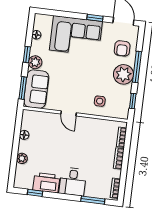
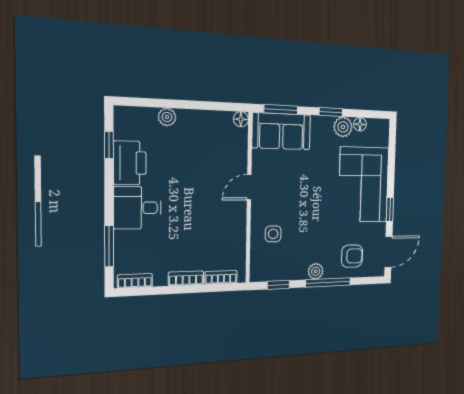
armchair: (122, 48) -> (352, 256), turned 180
plant: (35, 62) -> (343, 127), moved
plant: (123, 74) -> (316, 271), width x0.53, depth x0.53
floor lamp: (24, 135) -> (241, 119), moved

